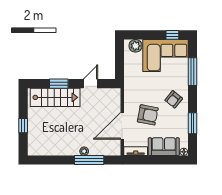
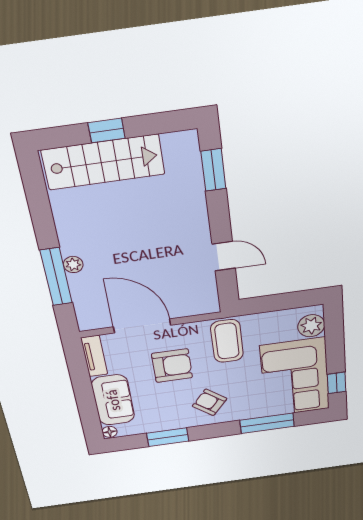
window: (59, 84) -> (213, 170), moved
coffee table: (138, 87) -> (227, 341), added
stairs: (55, 97) -> (103, 162), moved, turned -90
armchair: (148, 115) -> (172, 366), turned -101

